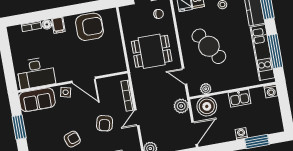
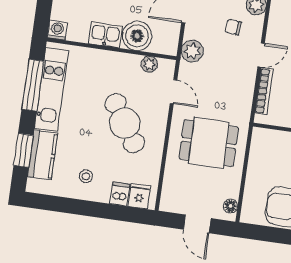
chair: (159, 14) -> (233, 27), moved
floor lamp: (125, 16) -> (231, 206), added
boiler: (207, 106) -> (137, 36), moved

